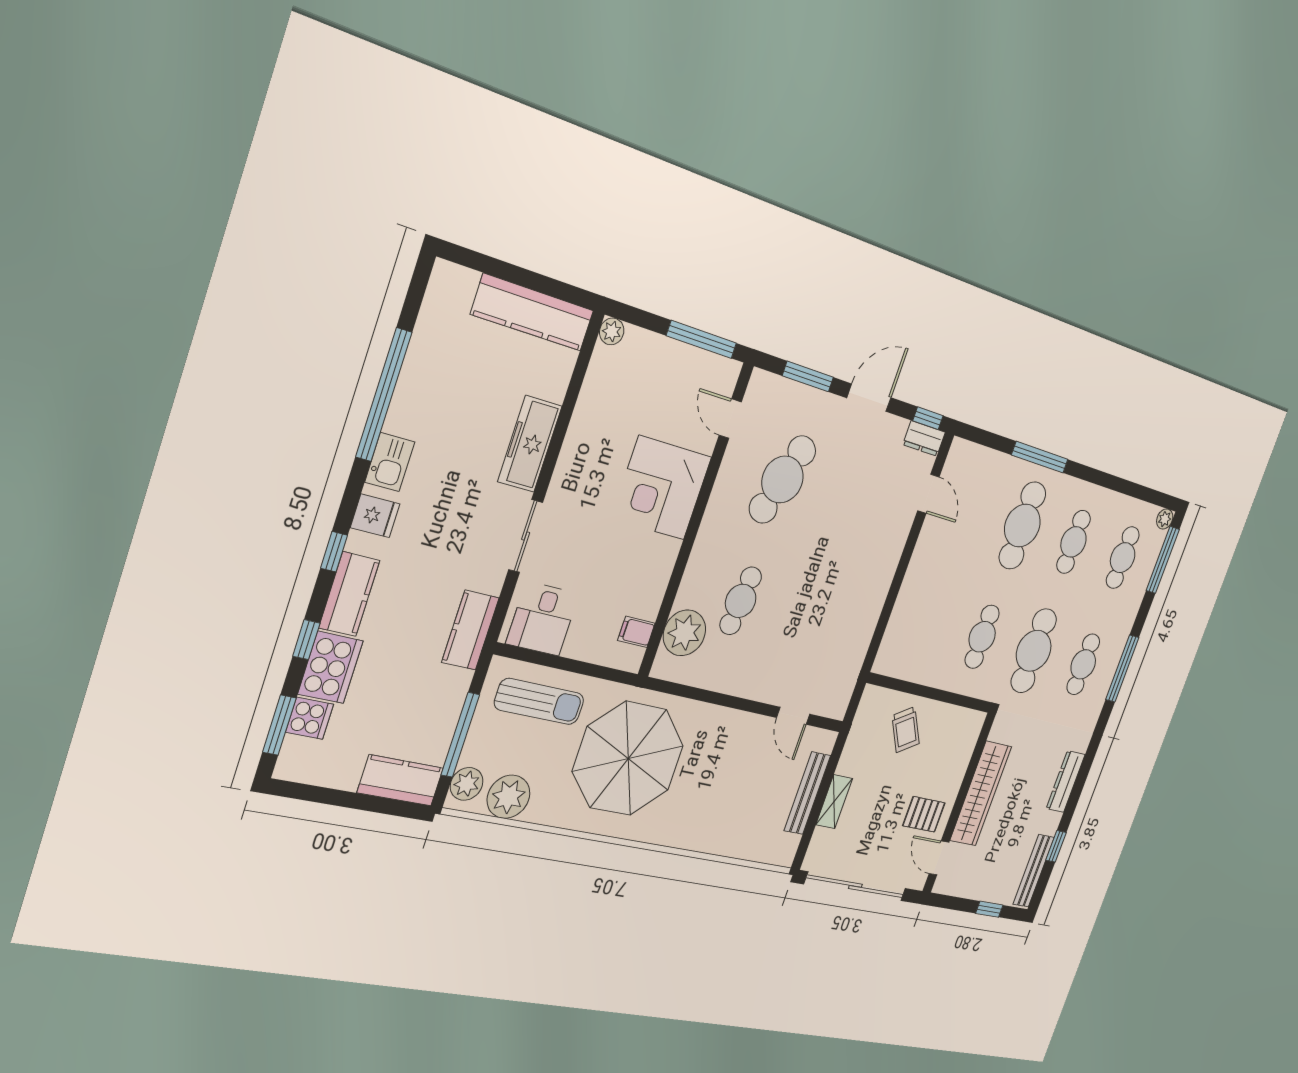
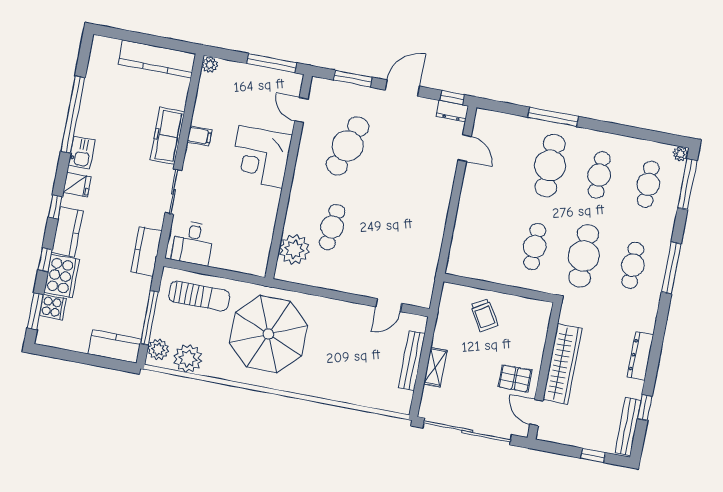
filing cabinet: (636, 632) -> (199, 136), moved, turned 180
door: (793, 716) -> (389, 305), hinge flipped

